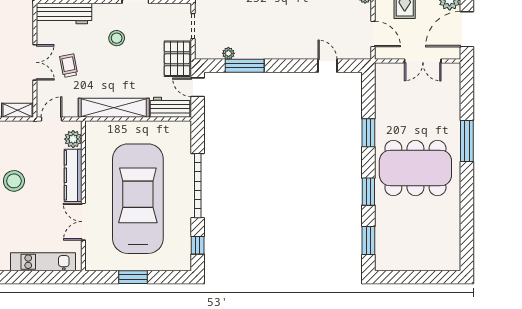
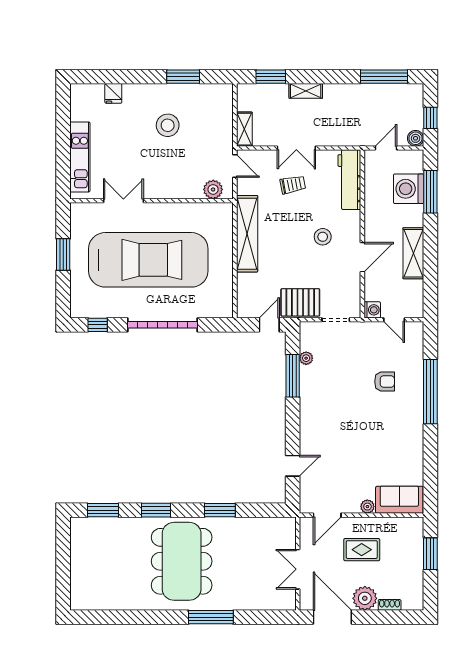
workbench: (170, 107) -> (248, 295), removed
kitchen counter: (73, 175) -> (174, 190), removed

